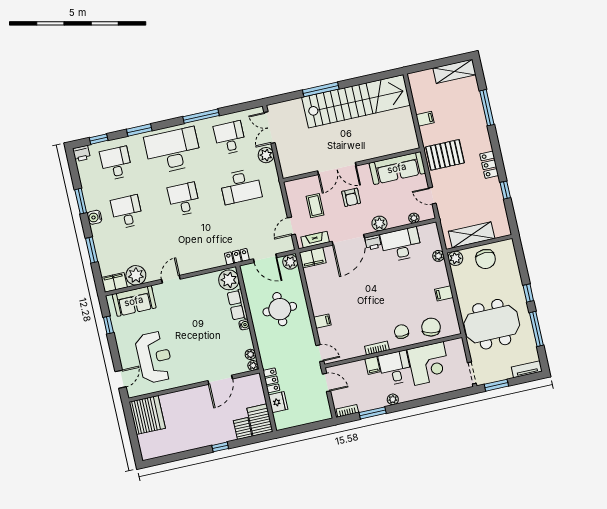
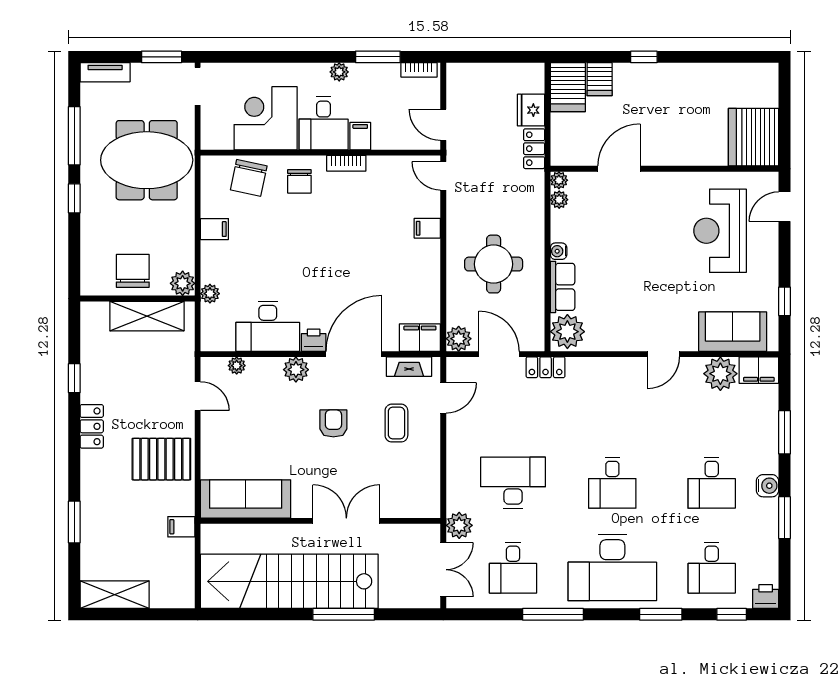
window: (487, 108) -> (74, 522), width x0.69
wall: (352, 165) -> (320, 521), moved
double door: (337, 168) -> (346, 521), moved
sofa: (397, 168) -> (246, 499), moved

